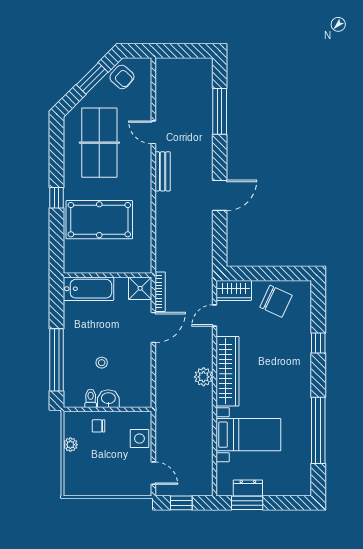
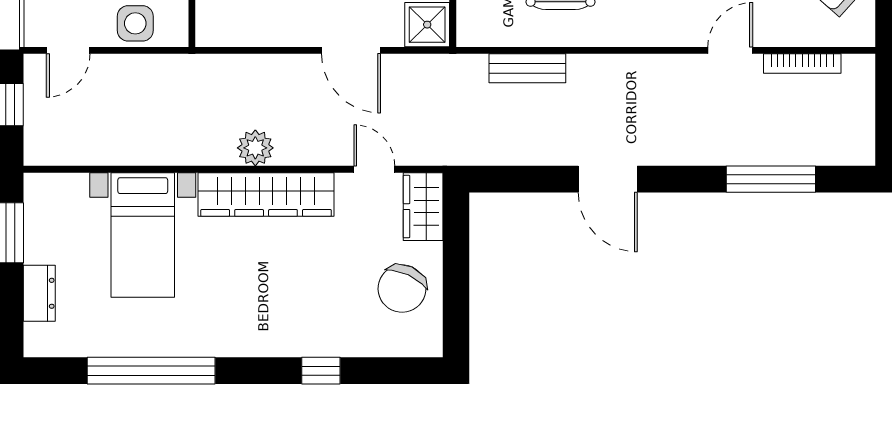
bench: (163, 171) -> (527, 68), moved
bookcase: (160, 292) -> (802, 64), moved
dresser: (248, 488) -> (39, 293), moved

